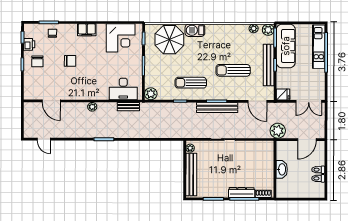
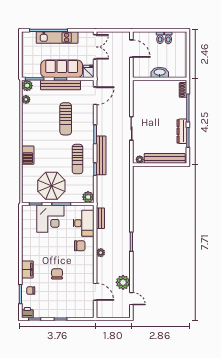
filing cabinet: (87, 30) -> (27, 269), moved
corner desk: (121, 38) -> (50, 219), moved, turned 90
parasol: (169, 40) -> (51, 186), moved
printer: (29, 44) -> (27, 313), moved
sofa: (286, 46) -> (62, 69), moved
kitchen unit: (319, 47) -> (57, 38), moved
chair: (37, 61) -> (80, 246), moved
door: (51, 101) -> (95, 292), hinge flipped
bench: (217, 108) -> (101, 155), moved
plant: (278, 131) -> (123, 282), moved
door: (44, 139) -> (131, 299), hinge flipped
dresser: (242, 193) -> (182, 131), moved

